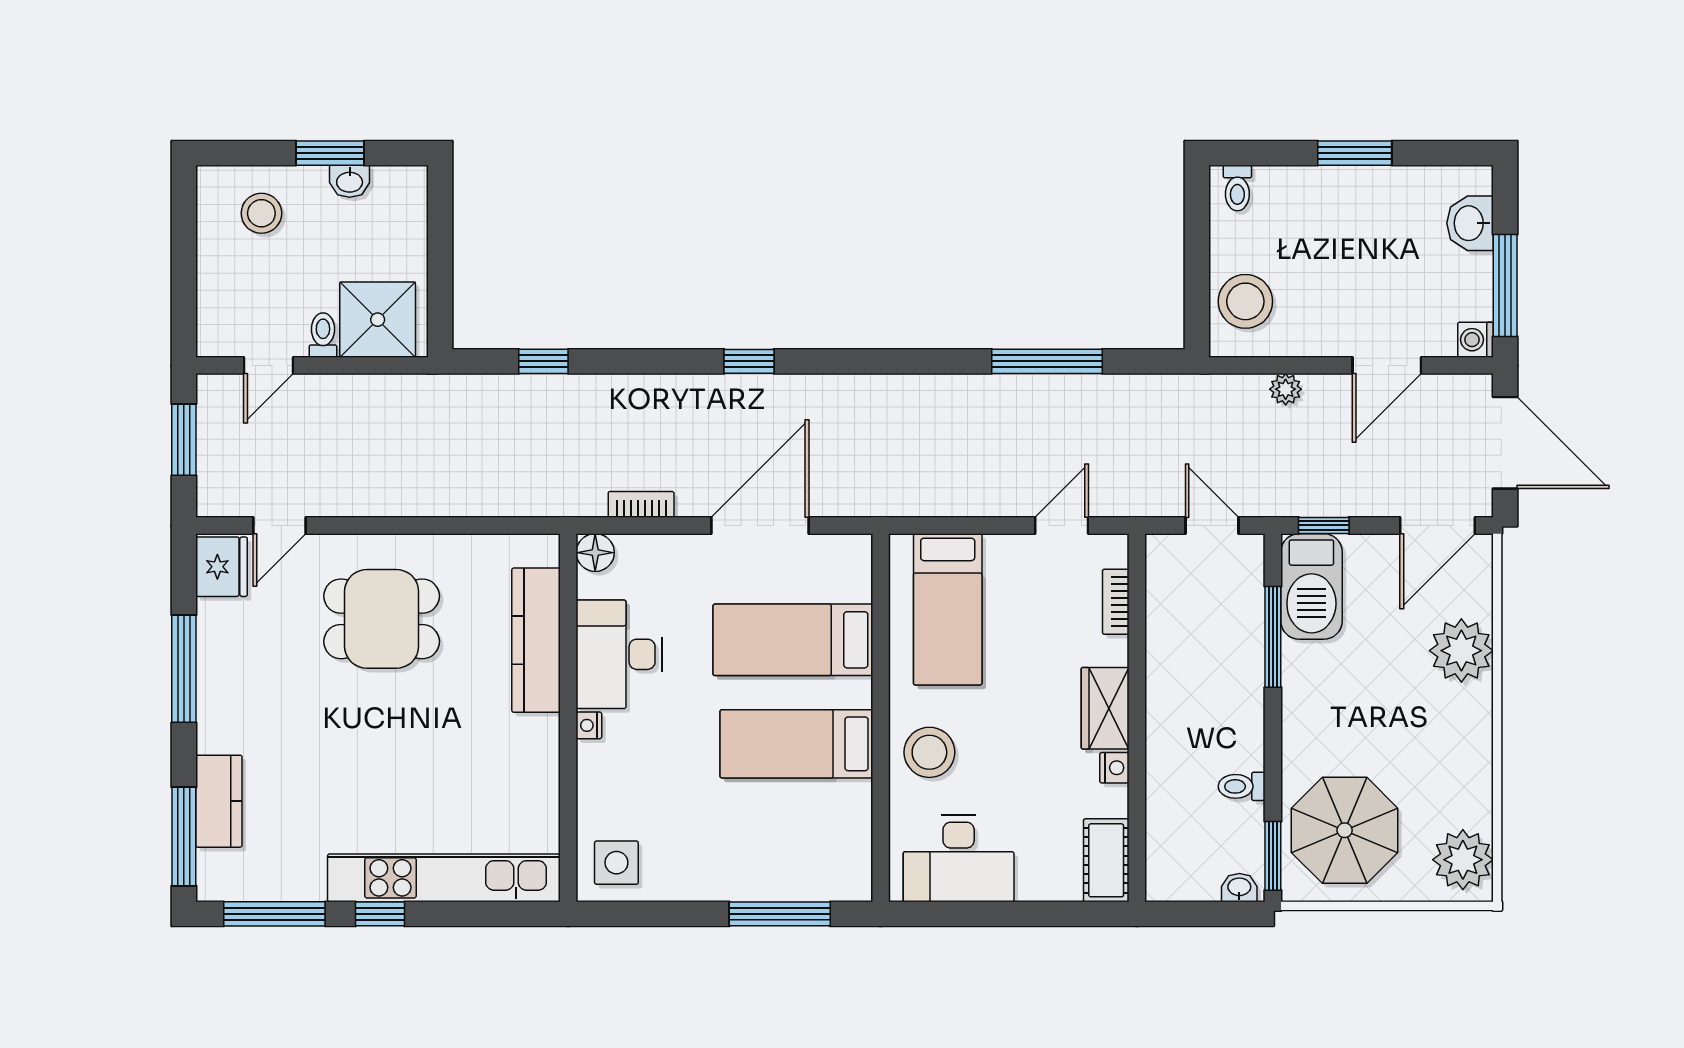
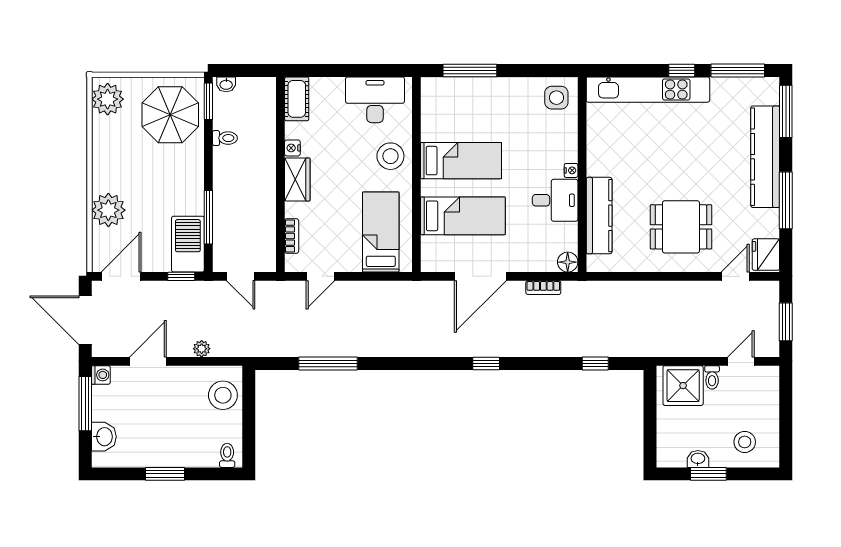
desk: (619, 654) -> (555, 200), width x0.73
kitchen counter: (219, 801) -> (765, 157), width x2.08, depth x1.17

